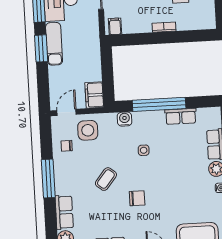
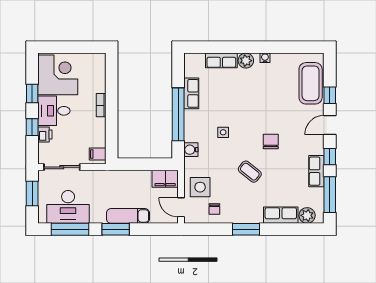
exam couch: (54, 44) -> (128, 216), moved
window: (48, 179) -> (246, 229), width x0.69

